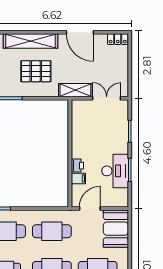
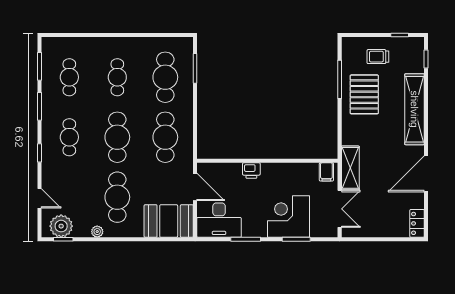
pallet: (36, 71) -> (364, 94), moved
corner desk: (112, 137) -> (289, 217), added
desk: (115, 171) -> (219, 220), moved
filing cabinet: (78, 178) -> (326, 172), moved

